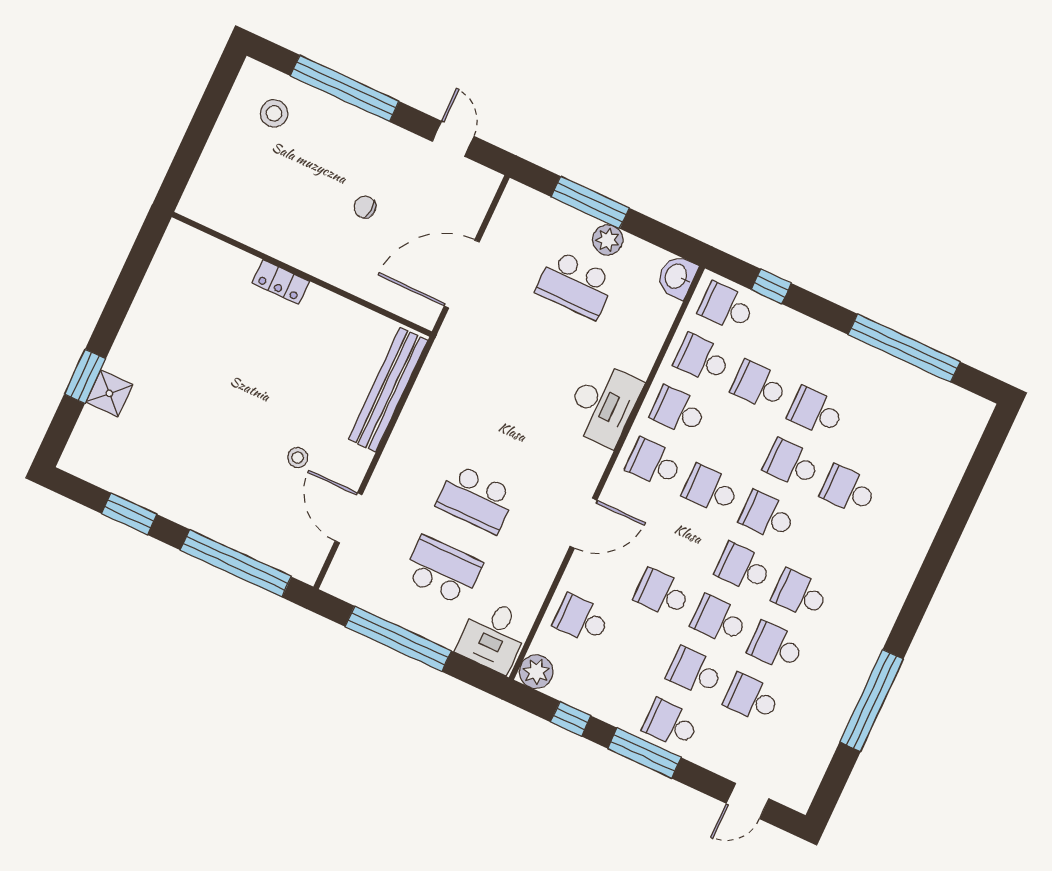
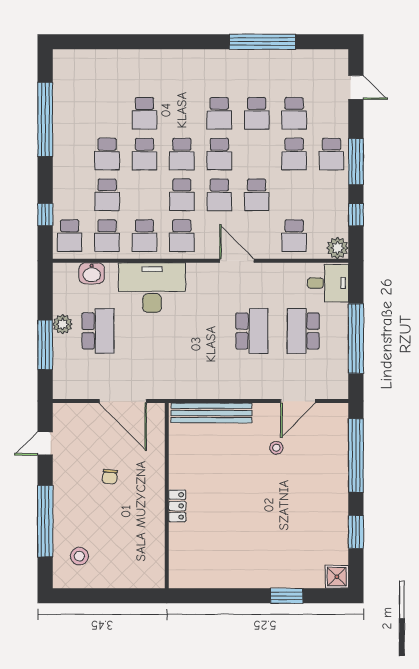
washbasin: (677, 277) -> (92, 273), moved
shower: (109, 393) -> (337, 577), moved
desk: (603, 404) -> (152, 288), width x1.36, depth x1.30
school desk: (719, 620) -> (219, 195), moved

